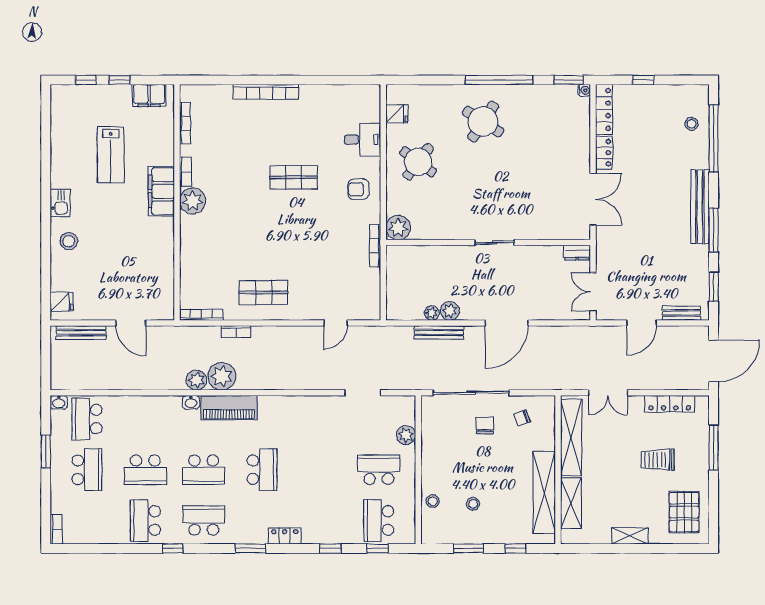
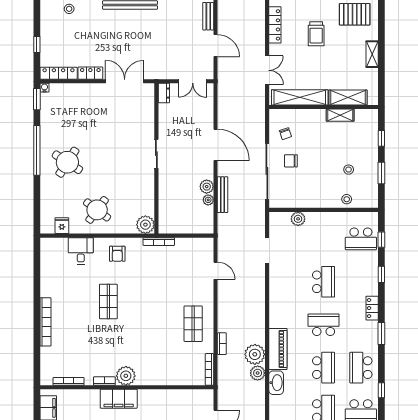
washbasin: (191, 402) -> (276, 383), width x1.91, depth x1.45
school desk: (379, 470) -> (324, 282), moved, turned 180
shelving: (544, 492) -> (340, 115), width x0.45, depth x0.75

